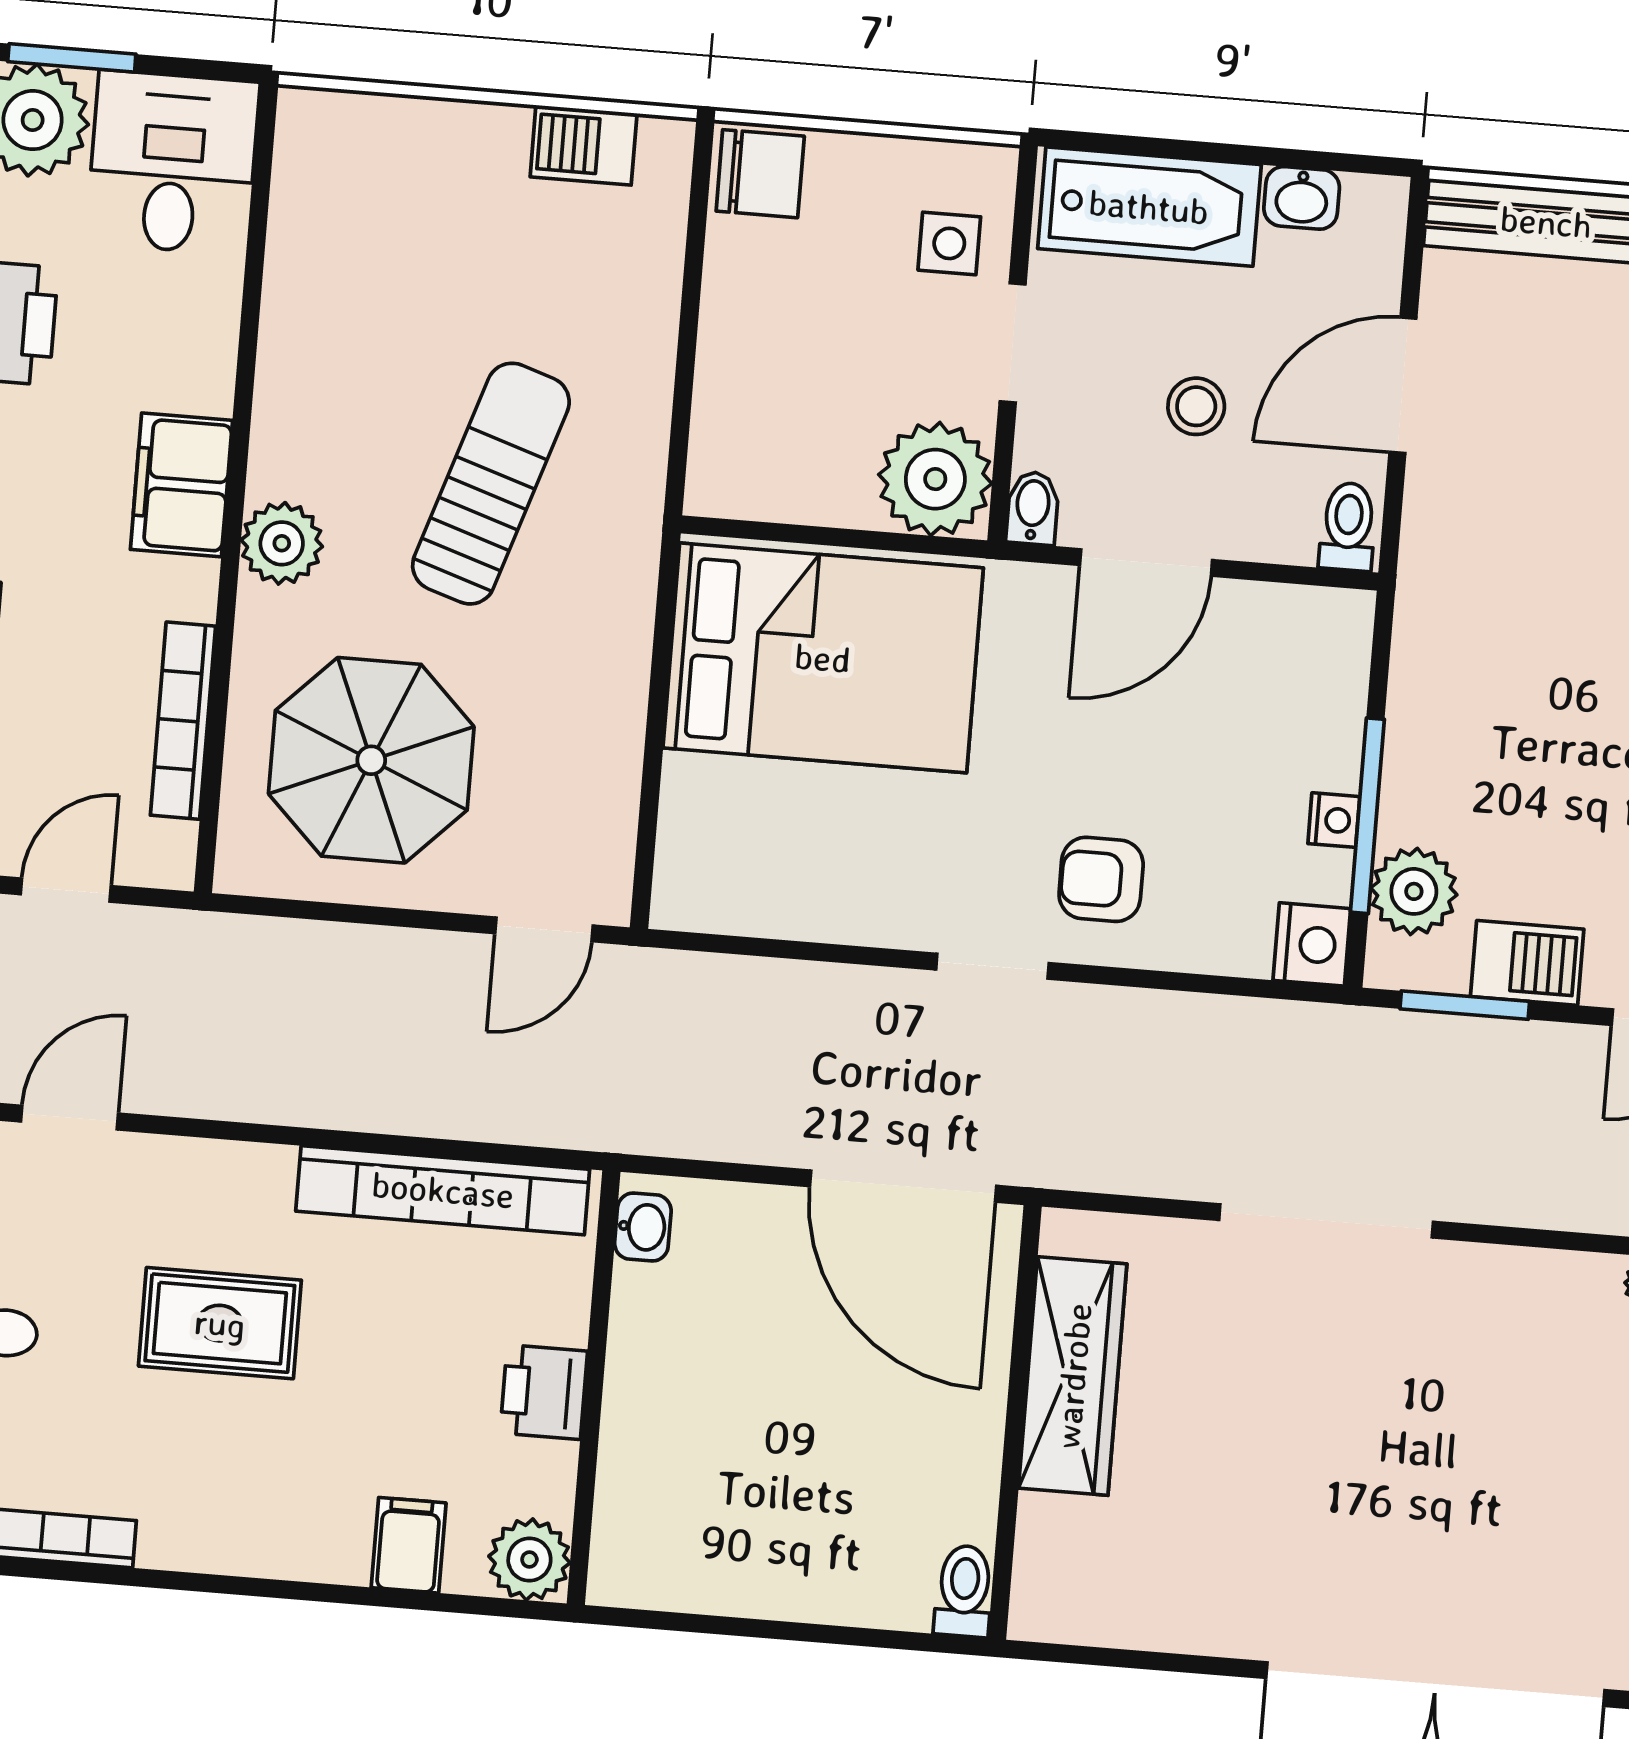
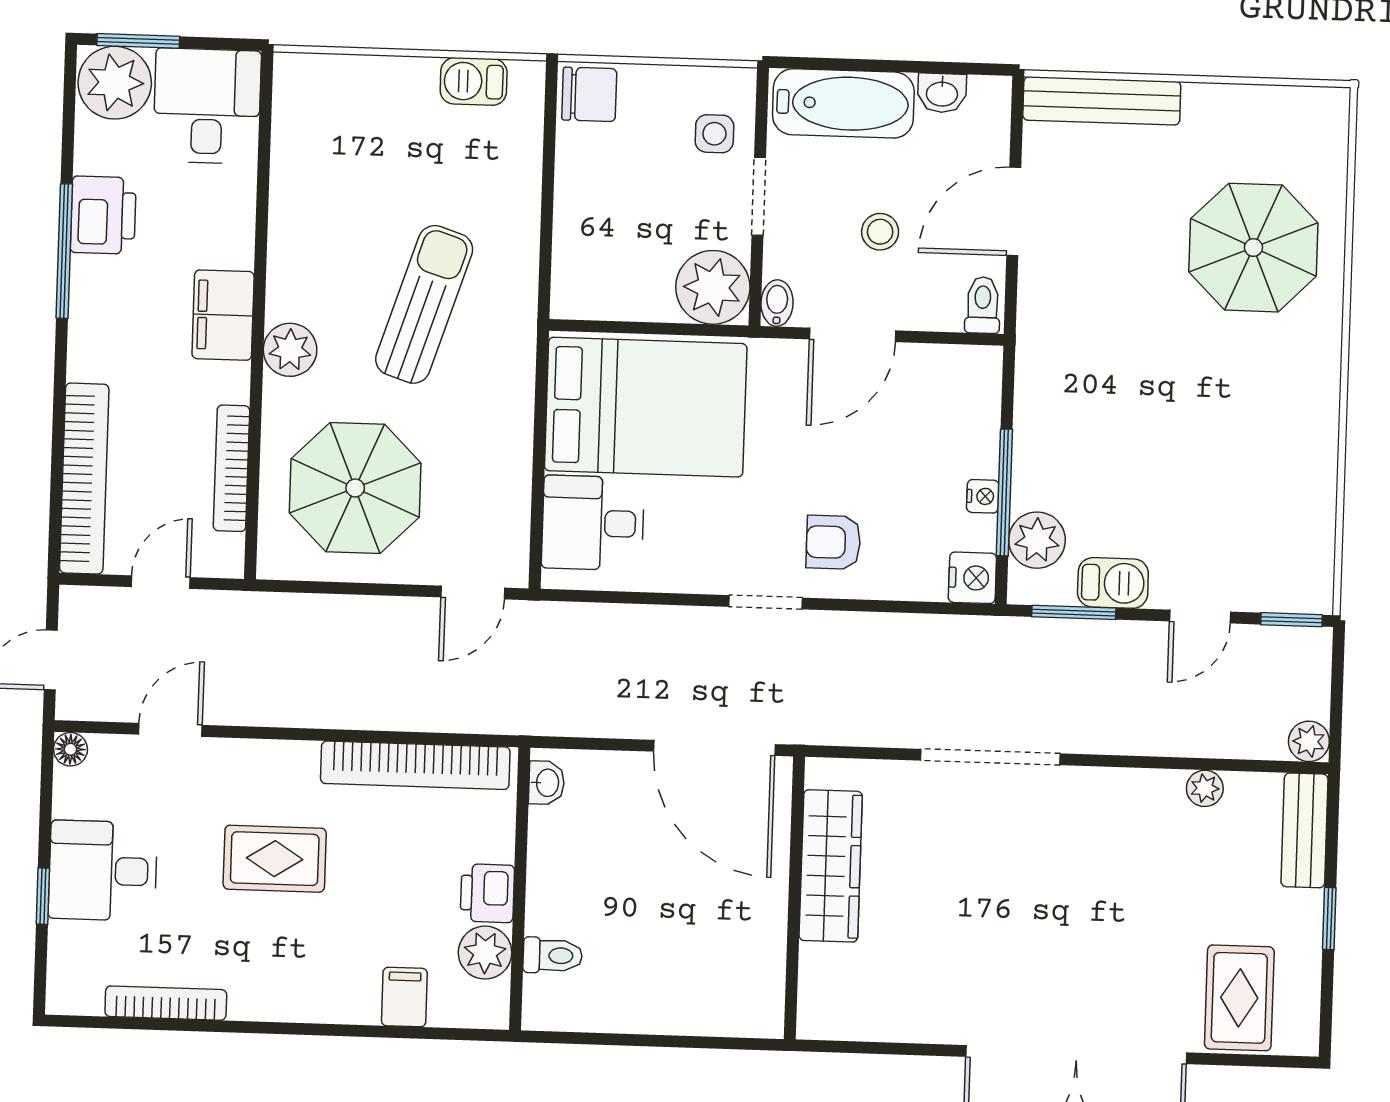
desk: (734, 832) -> (593, 523), added
plant: (529, 1560) -> (485, 953), moved
toilet: (964, 1591) -> (553, 955), moved, turned 90

